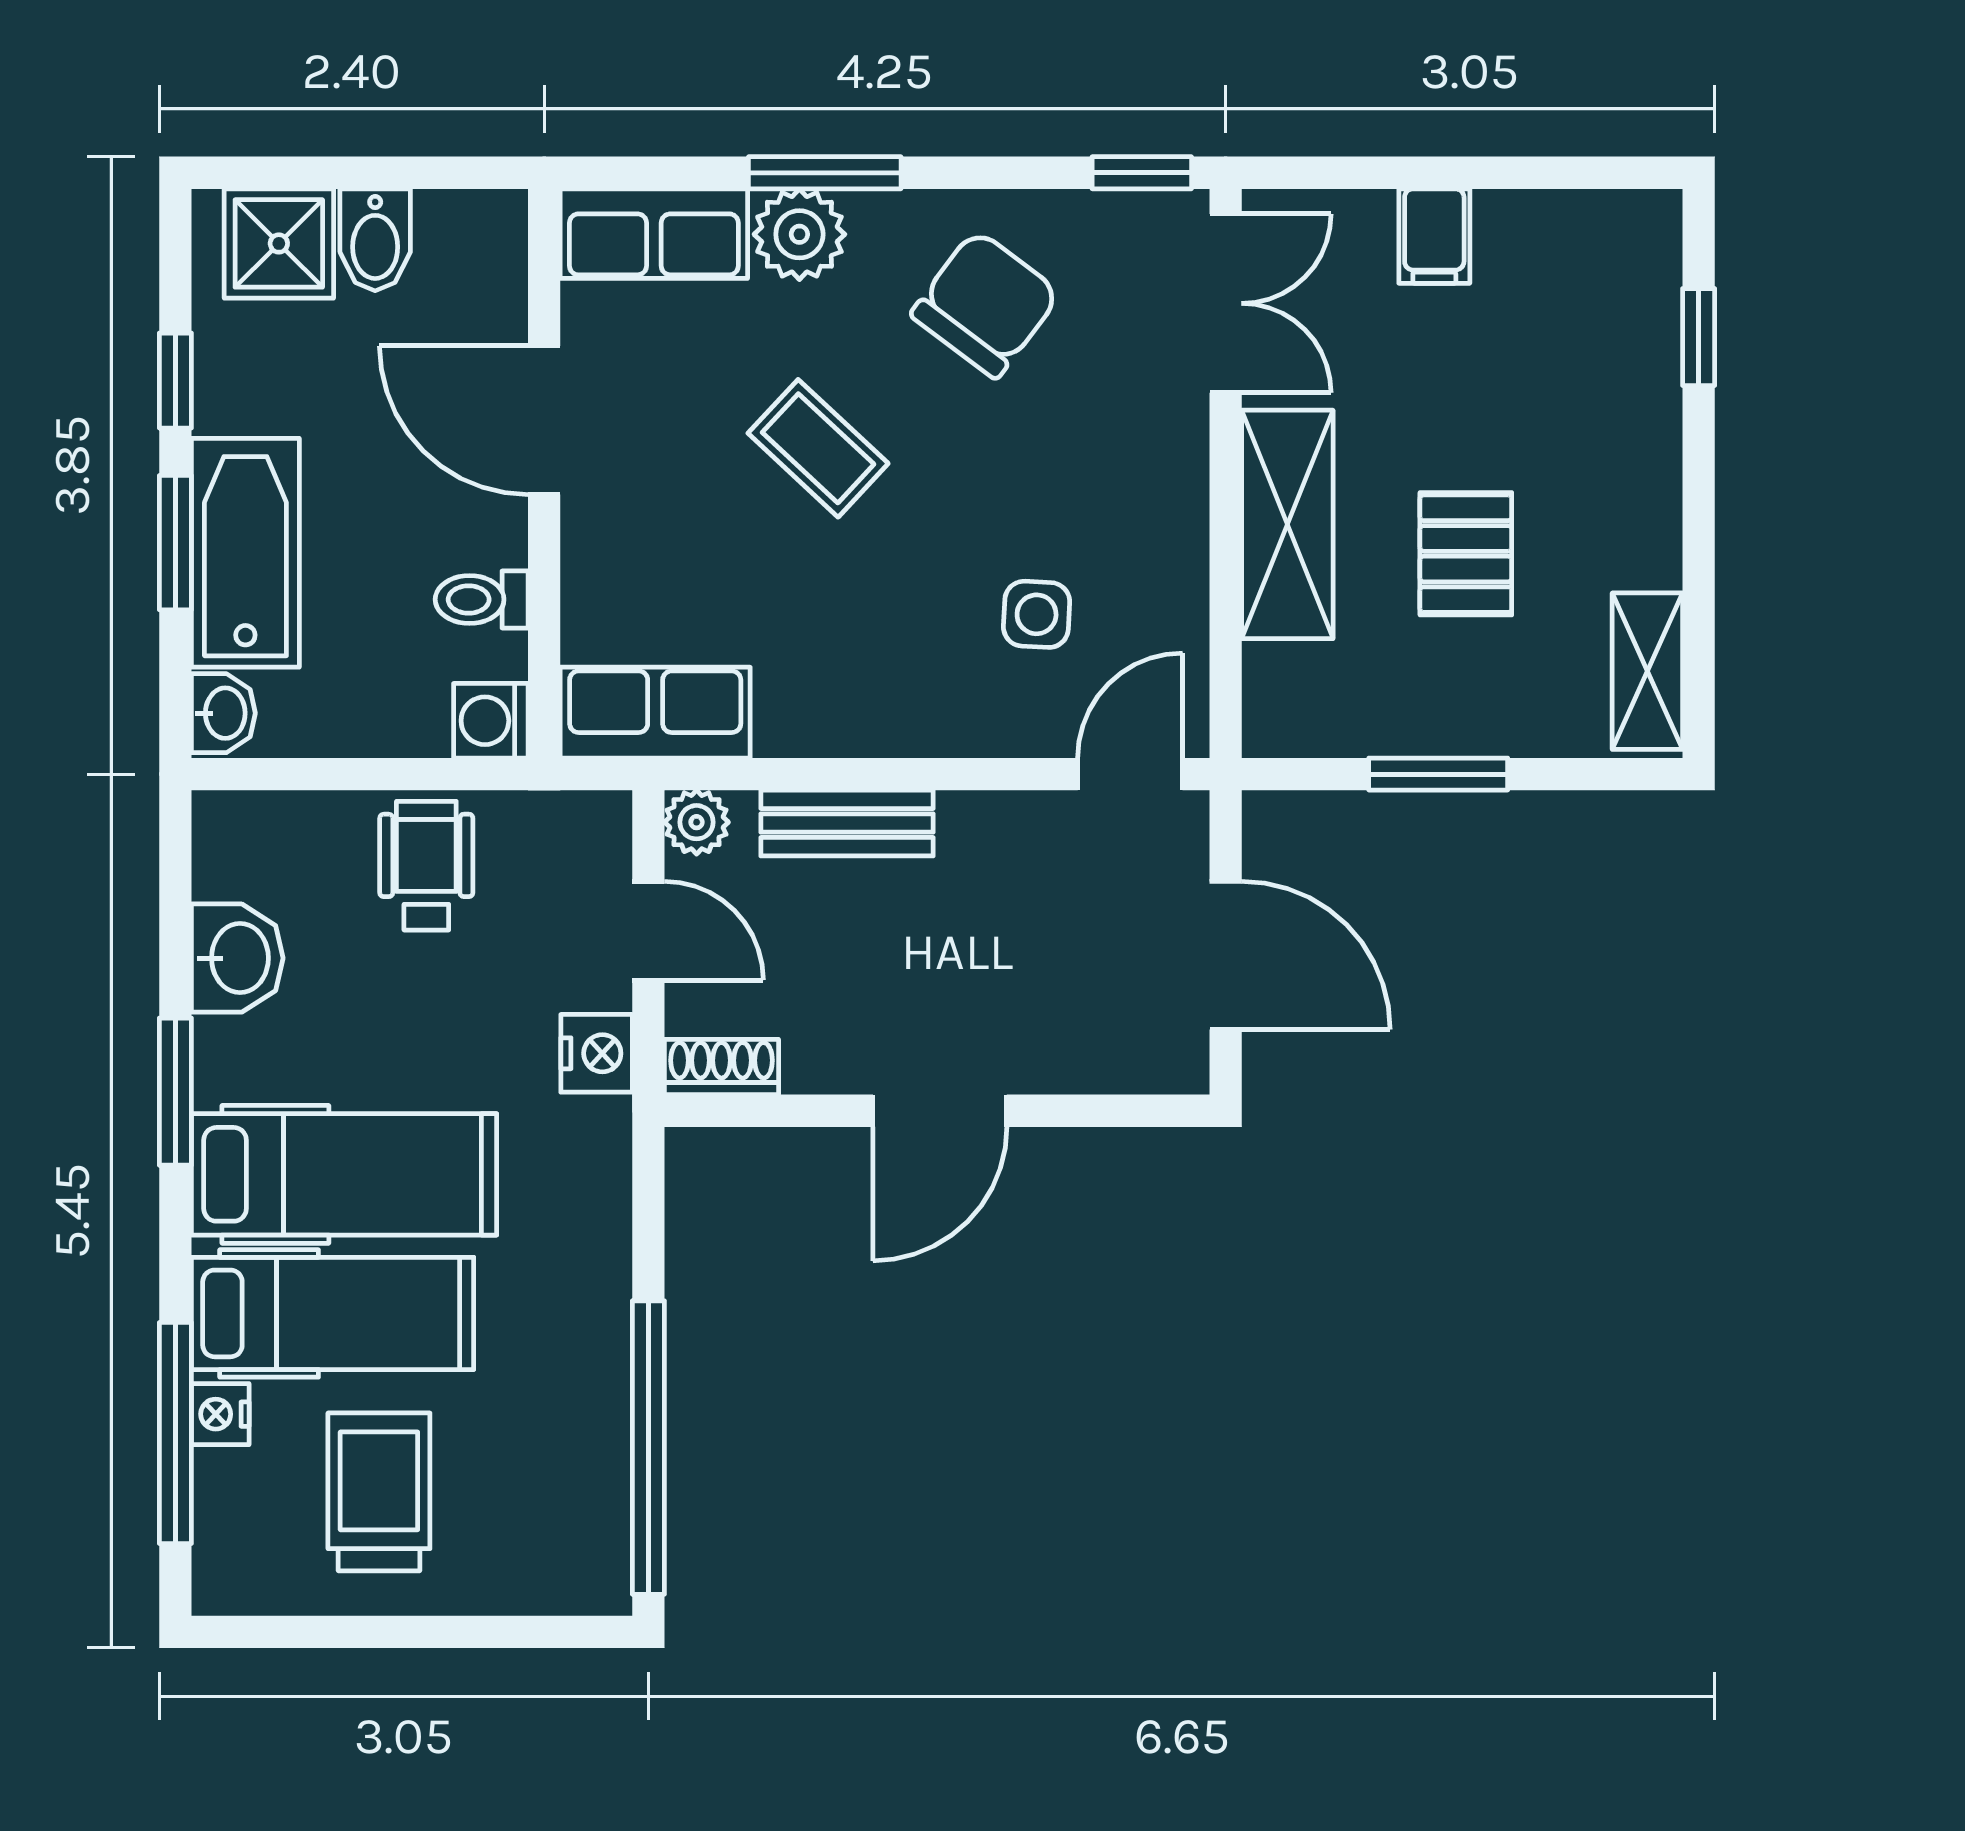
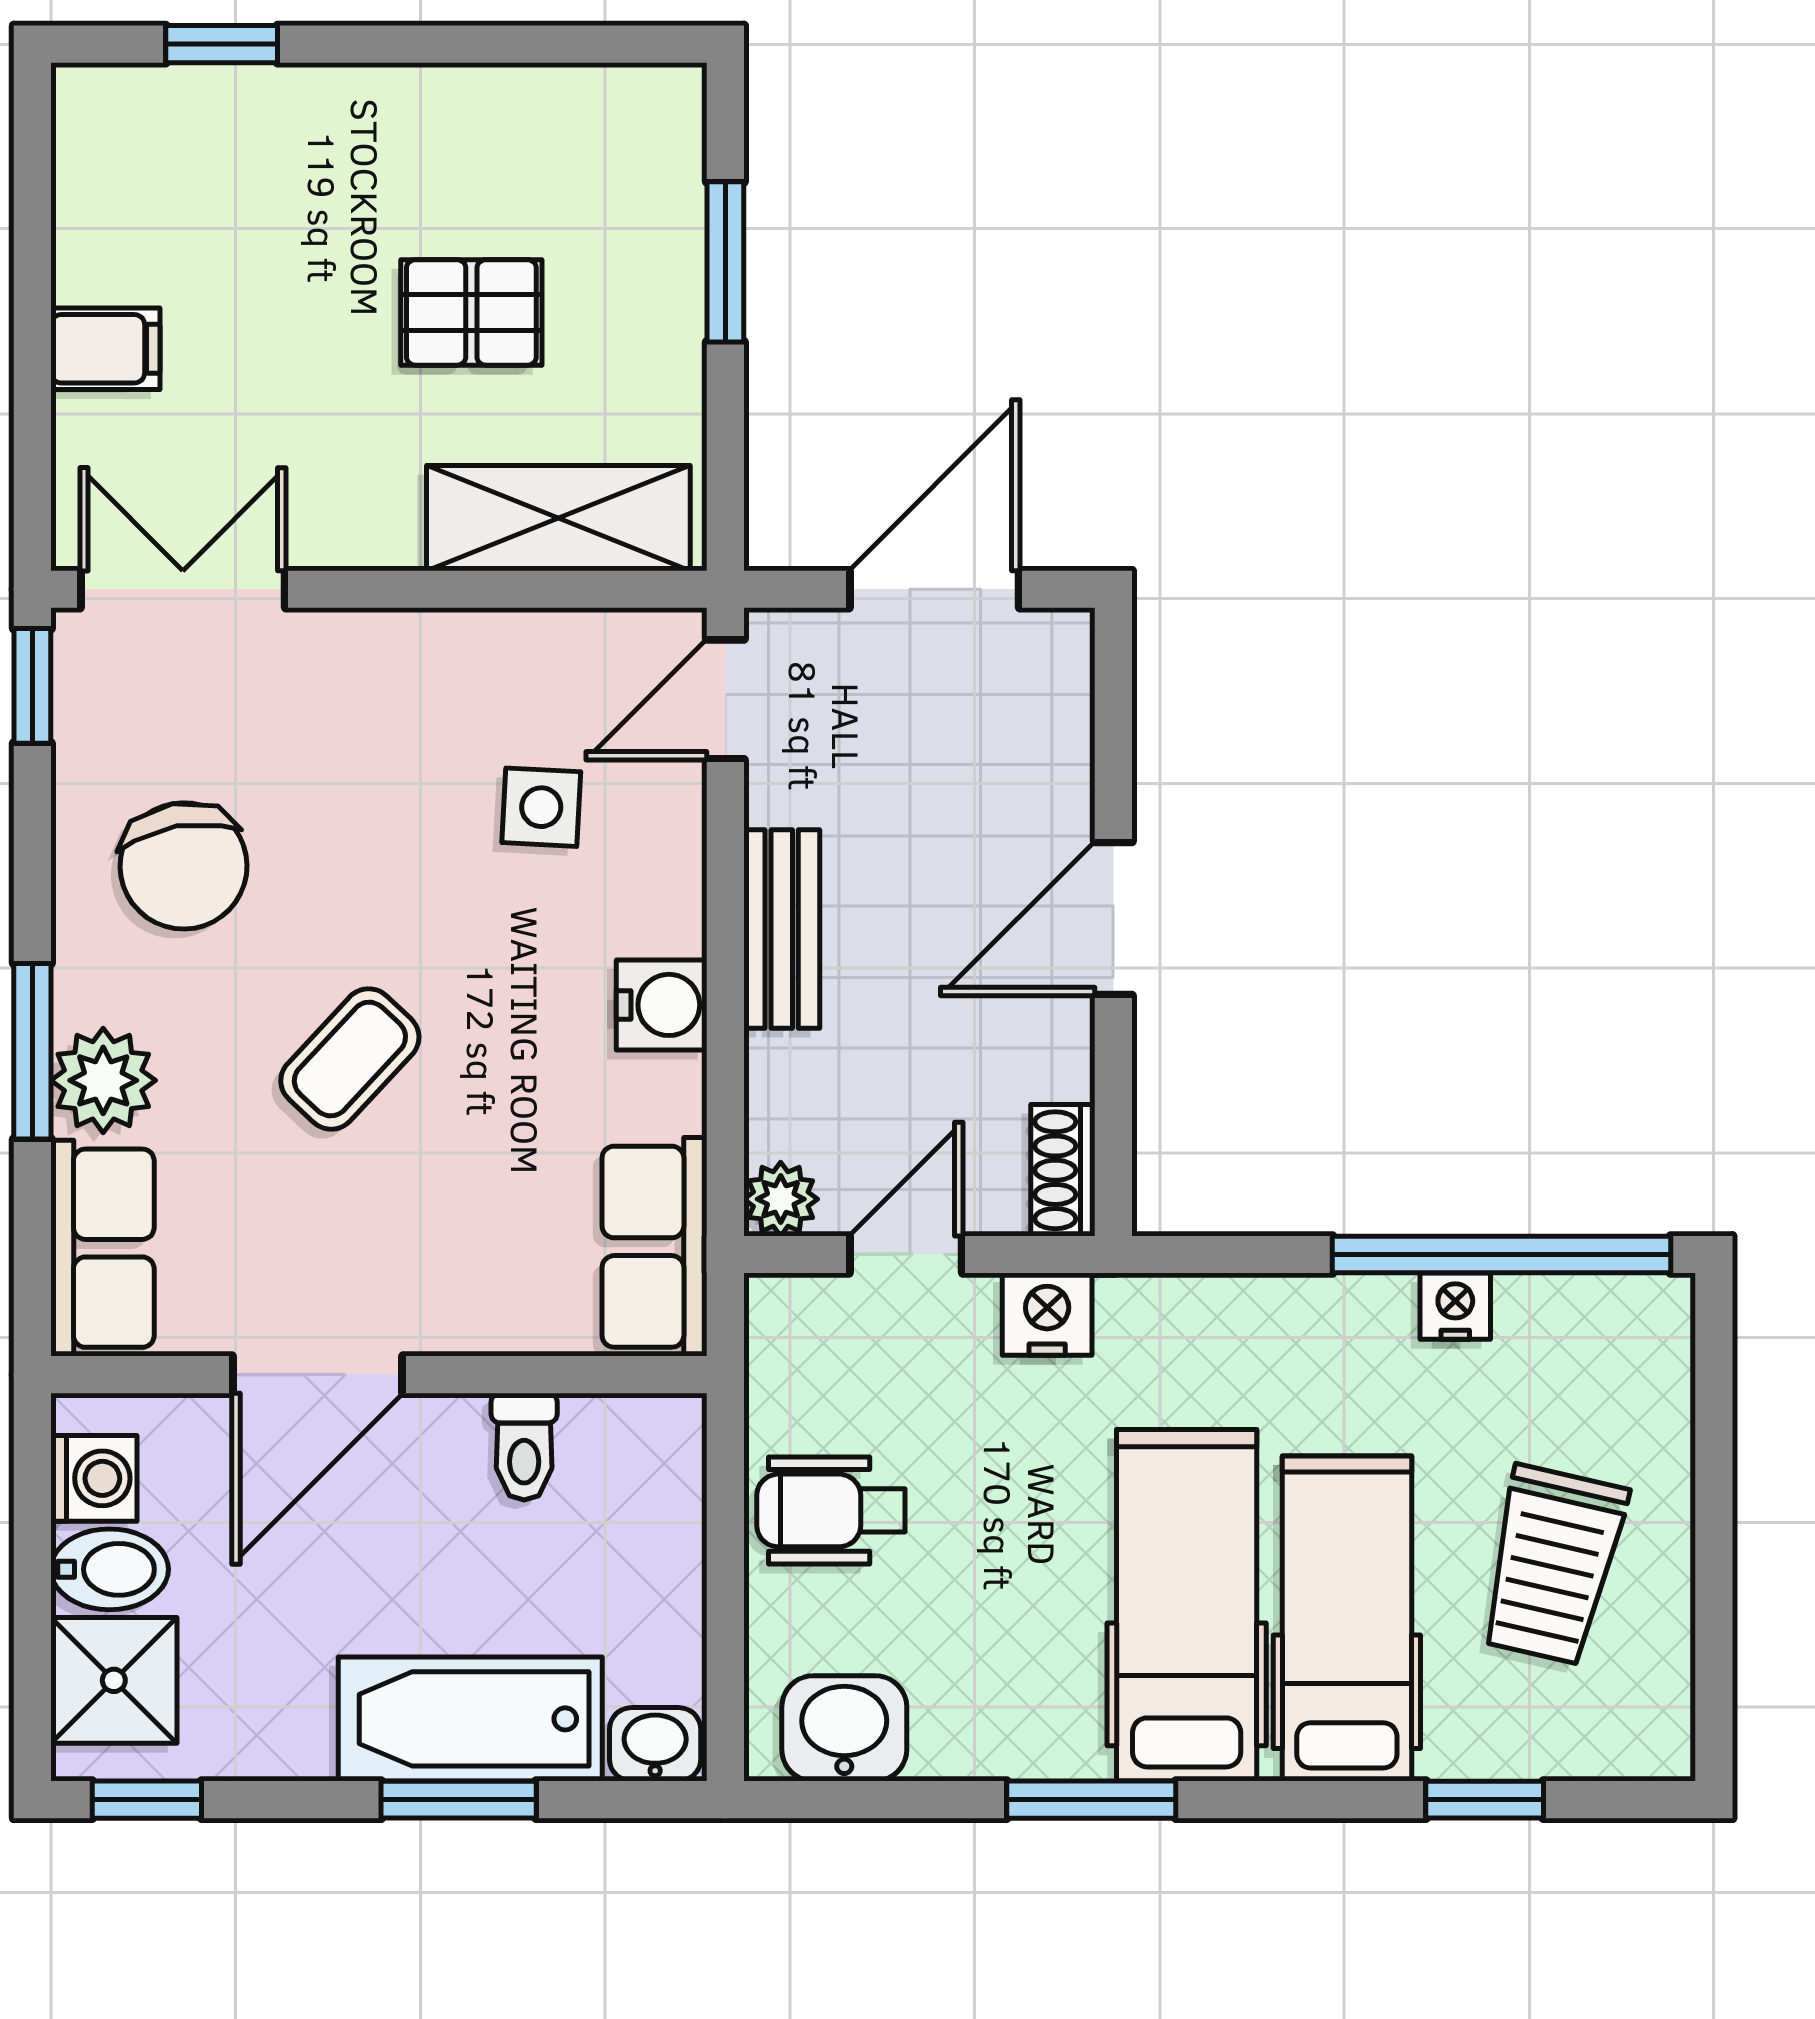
chair: (986, 304) -> (184, 866), turned -137
window: (175, 381) -> (147, 1800), moved
shelving: (1287, 524) -> (558, 518), moved
shelving: (1647, 671) -> (607, 103), removed
water cooler: (865, 719) -> (662, 1005), added
washing machine: (491, 721) -> (94, 1478), moved, turned -90
door: (1130, 774) -> (725, 699), hinge flipped
window: (1438, 774) -> (725, 262), moved
bench: (847, 823) -> (782, 929), moved
washbasin: (237, 958) -> (844, 1728), moved
door: (940, 1111) -> (1113, 919), swing flipped
nightstand: (220, 1414) -> (1455, 1306), moved, turned 180
window: (175, 1433) -> (1485, 1800), width x0.46
trolley: (379, 1492) -> (1553, 1565), turned -77

